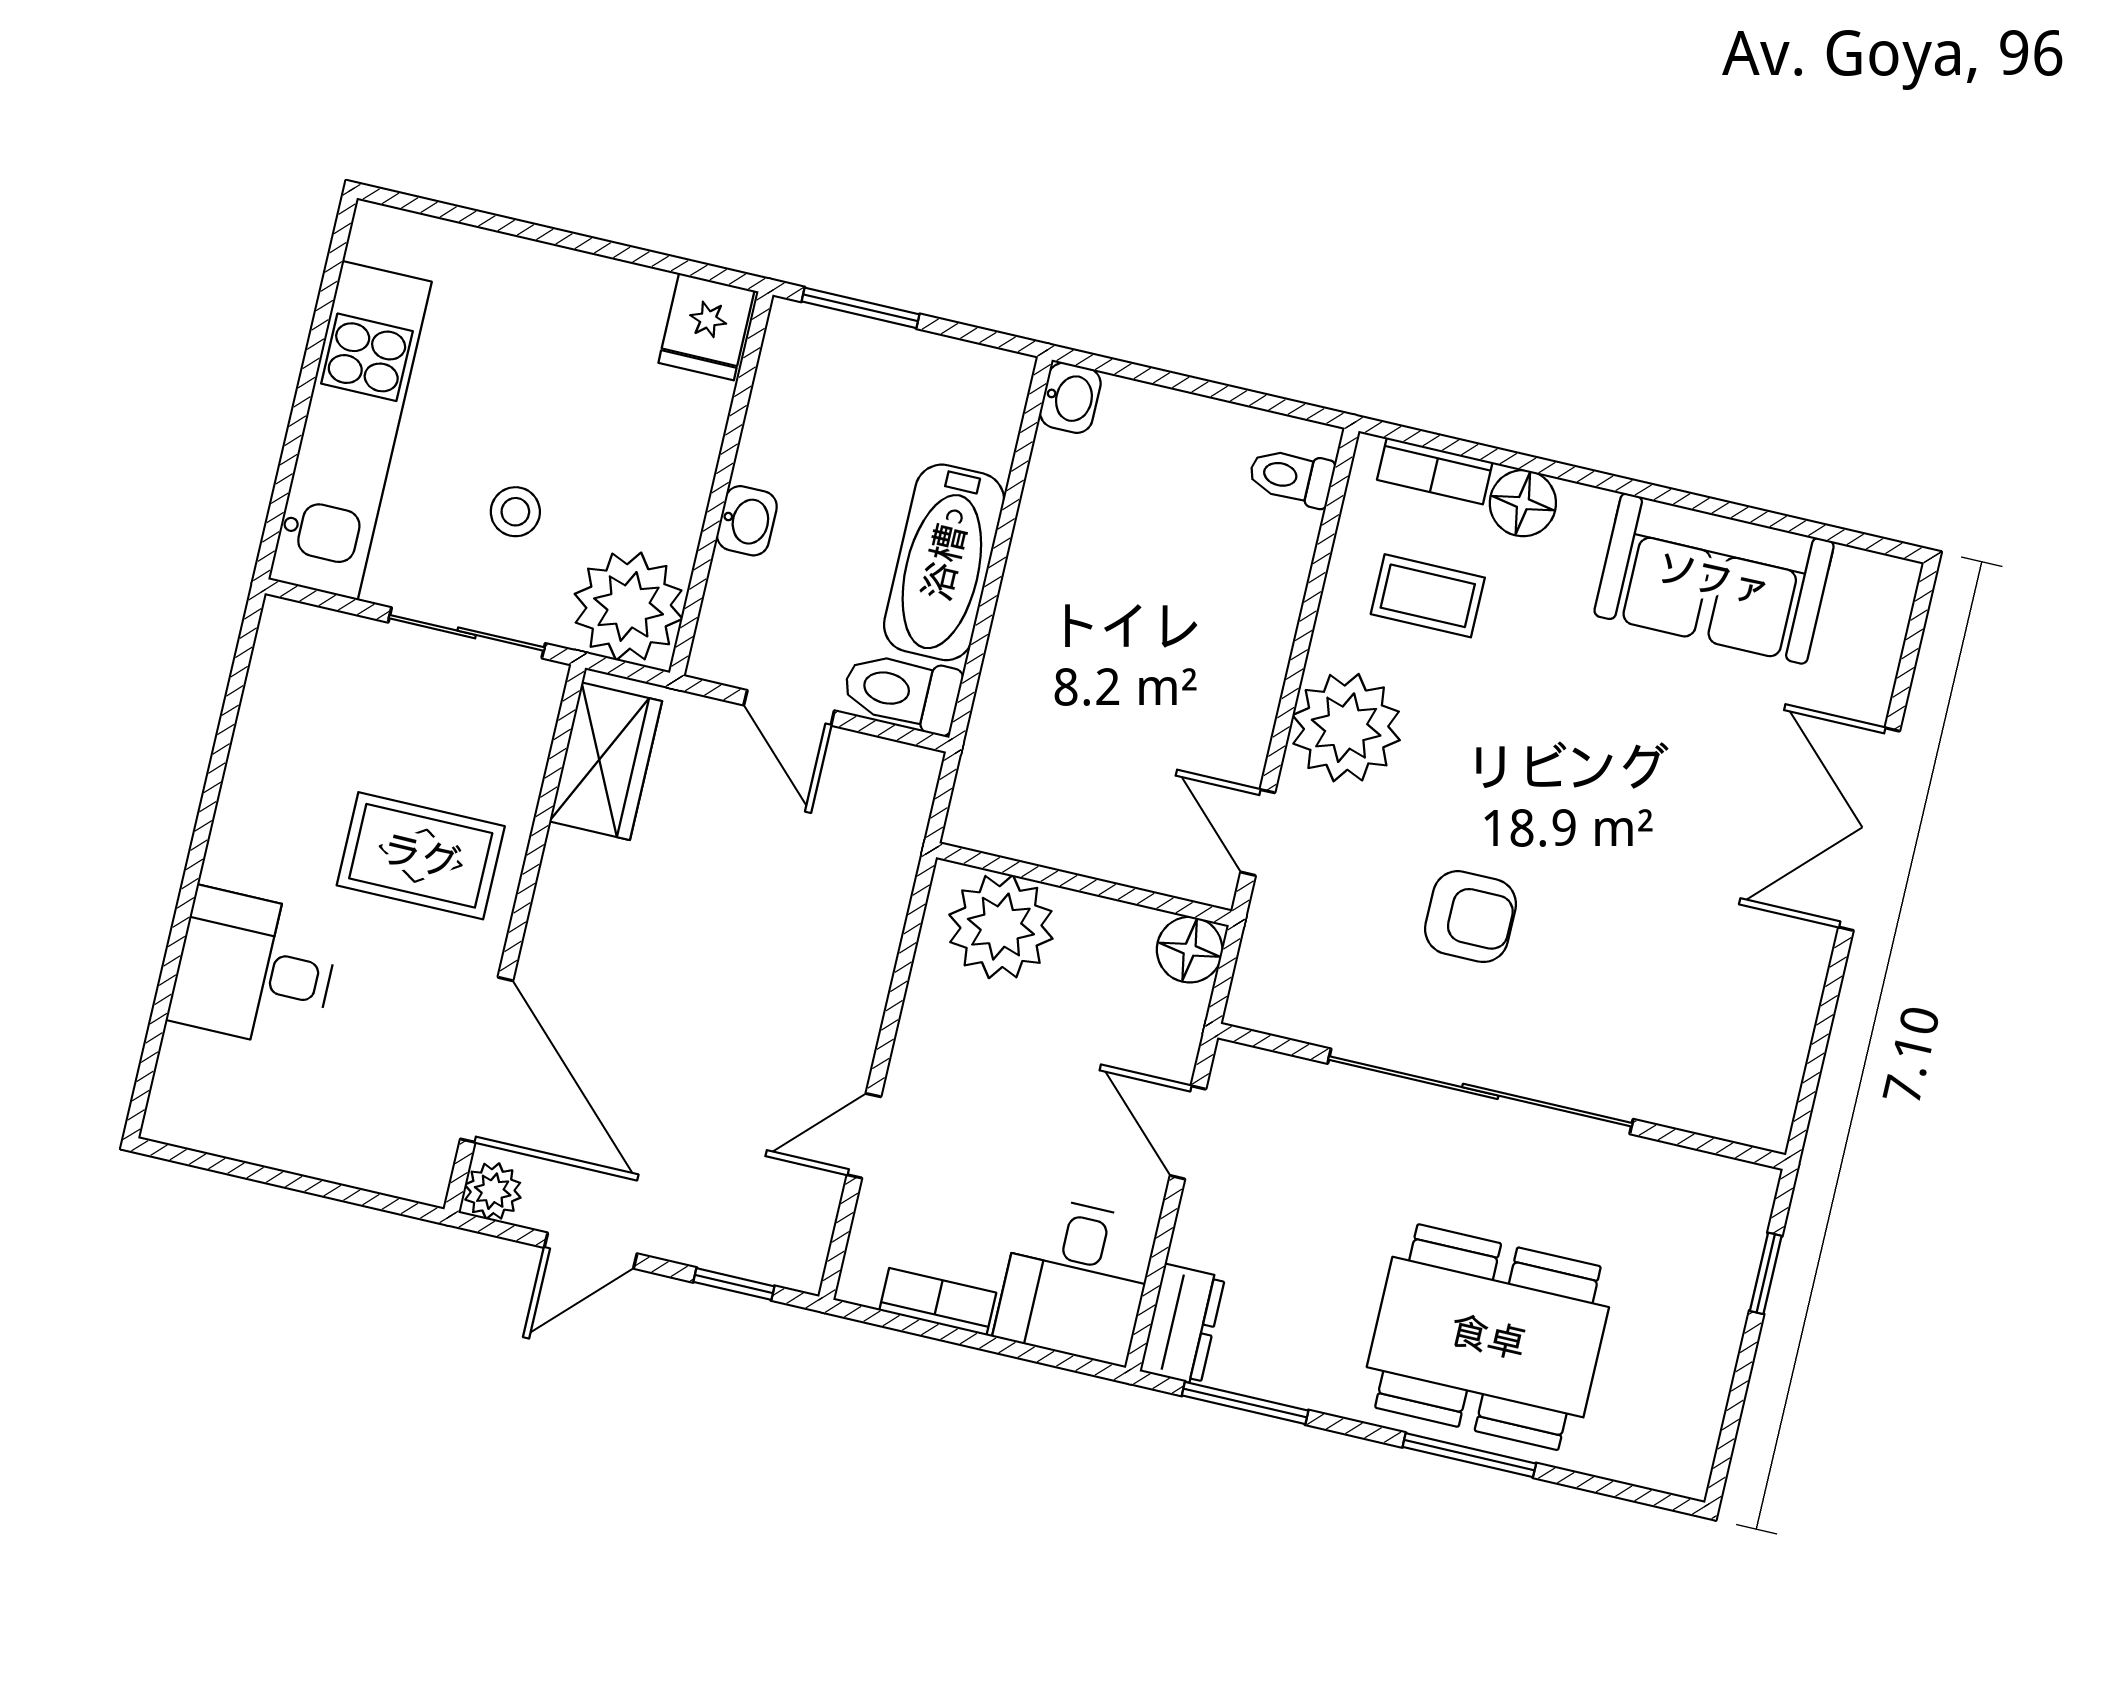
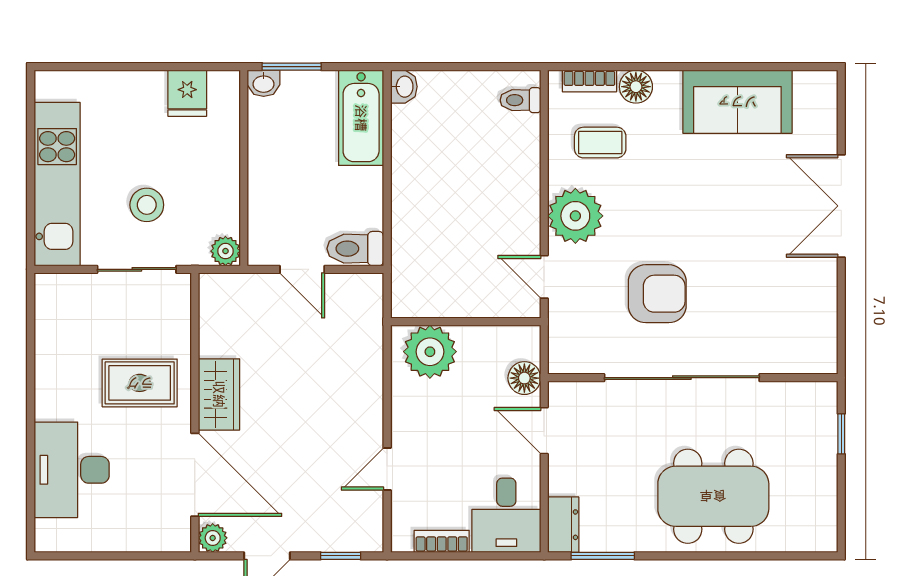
fridge: (706, 327) -> (187, 93), moved
stool: (515, 512) -> (147, 205), width x1.37, depth x1.37
washbasin: (747, 521) -> (264, 83), moved, turned 90
bathtub: (944, 562) -> (361, 118), moved
plant: (629, 606) -> (225, 251), width x0.53, depth x0.53
wardrobe: (606, 761) -> (219, 394), moved
armchair: (1471, 917) -> (657, 294), width x1.38, depth x1.38
floor lamp: (1190, 950) -> (524, 378), moved
desk: (254, 969) -> (72, 470), width x1.37
window: (1469, 1455) -> (718, 556), removed

